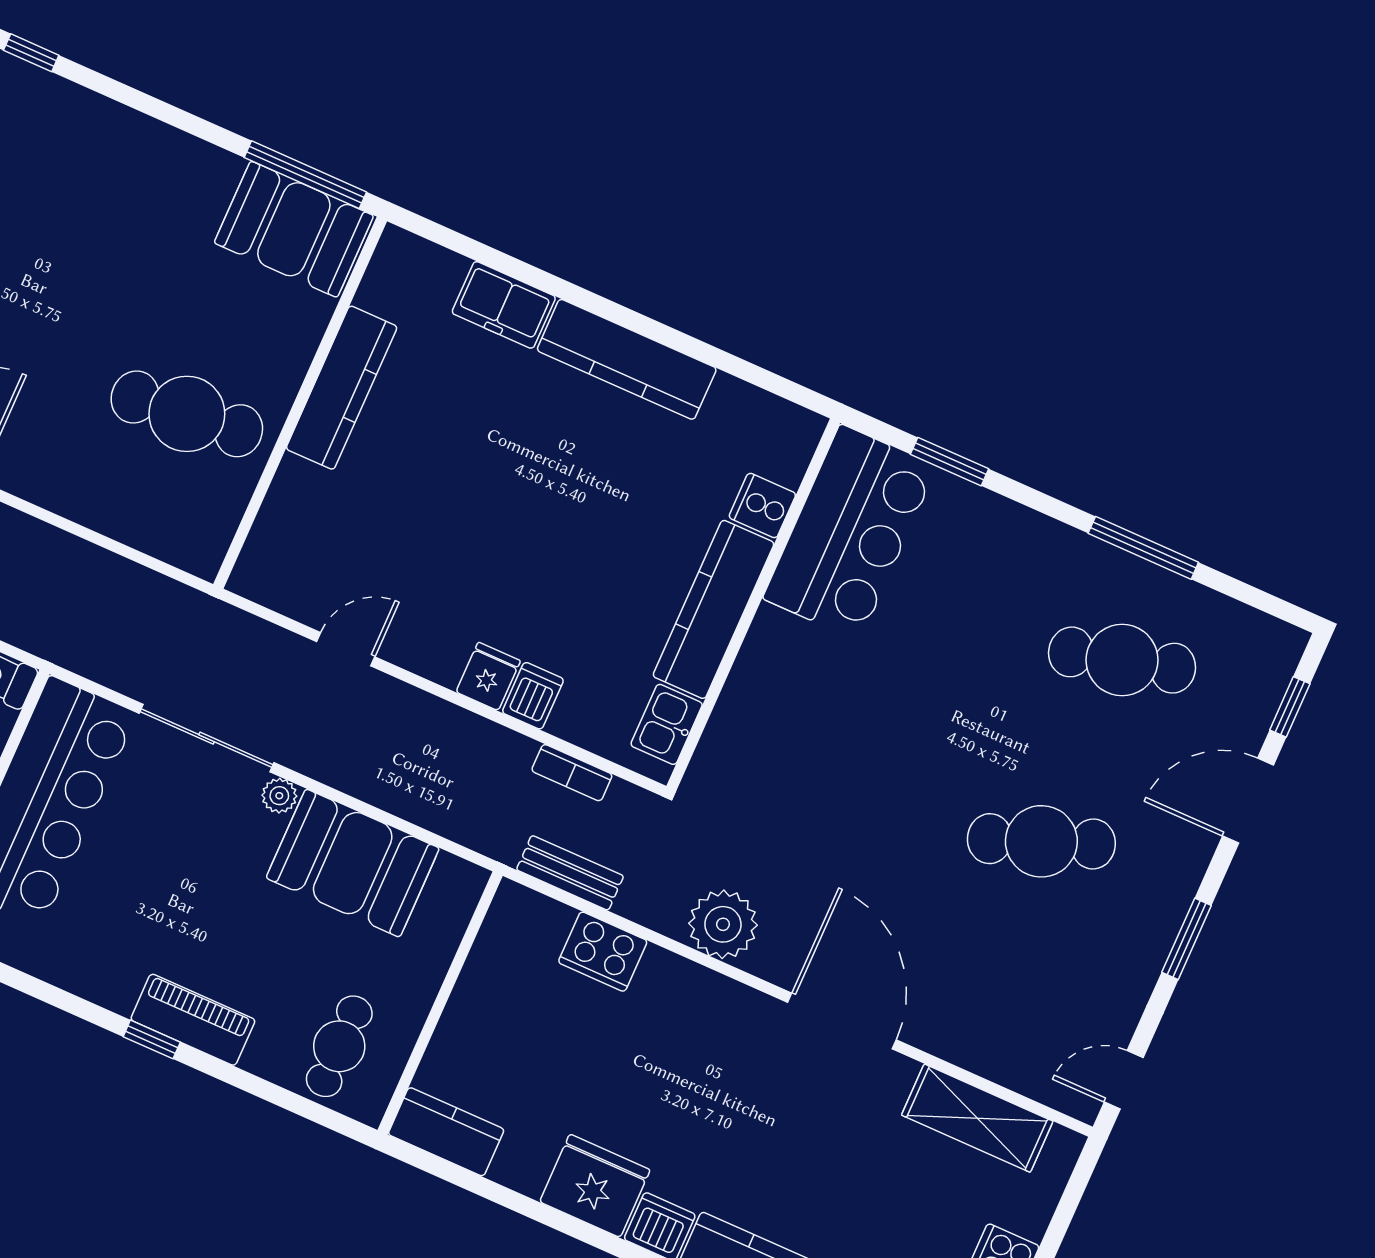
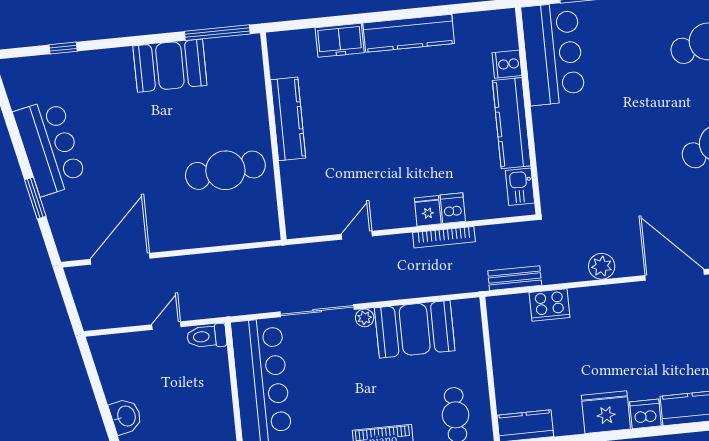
booth: (294, 229) -> (170, 66), moved
bookcase: (572, 773) -> (444, 237), moved, width x1.56
plant: (723, 924) -> (602, 266), width x0.73, depth x0.73

